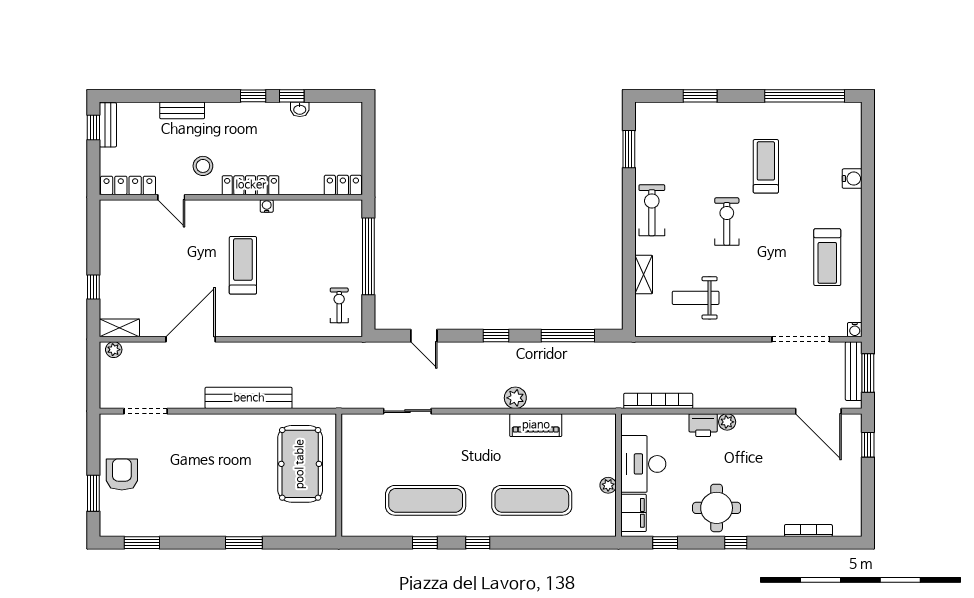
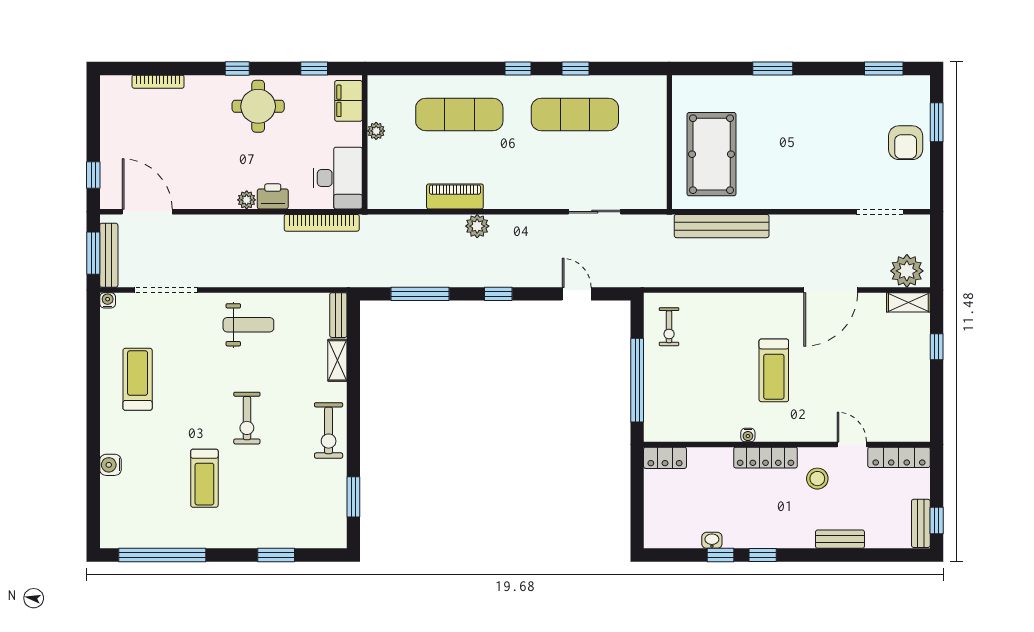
weight bench: (696, 298) -> (248, 325), moved
bench: (643, 316) -> (338, 315), added
plant: (114, 350) -> (907, 271), width x1.88, depth x1.88
bench: (249, 398) -> (722, 226), moved
desk: (643, 464) -> (338, 178), moved

